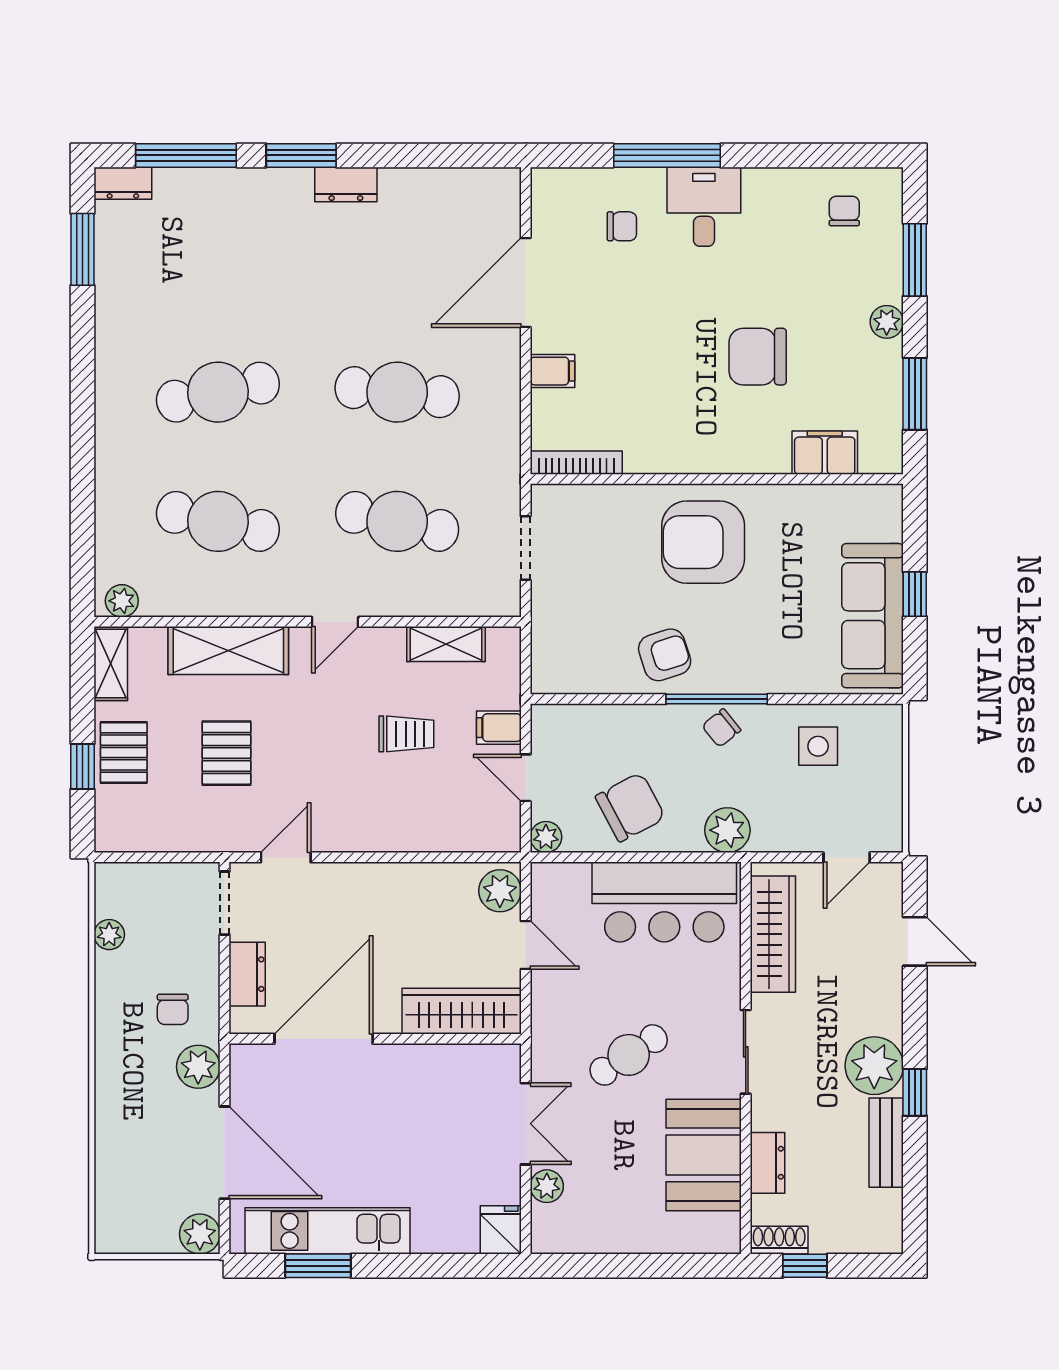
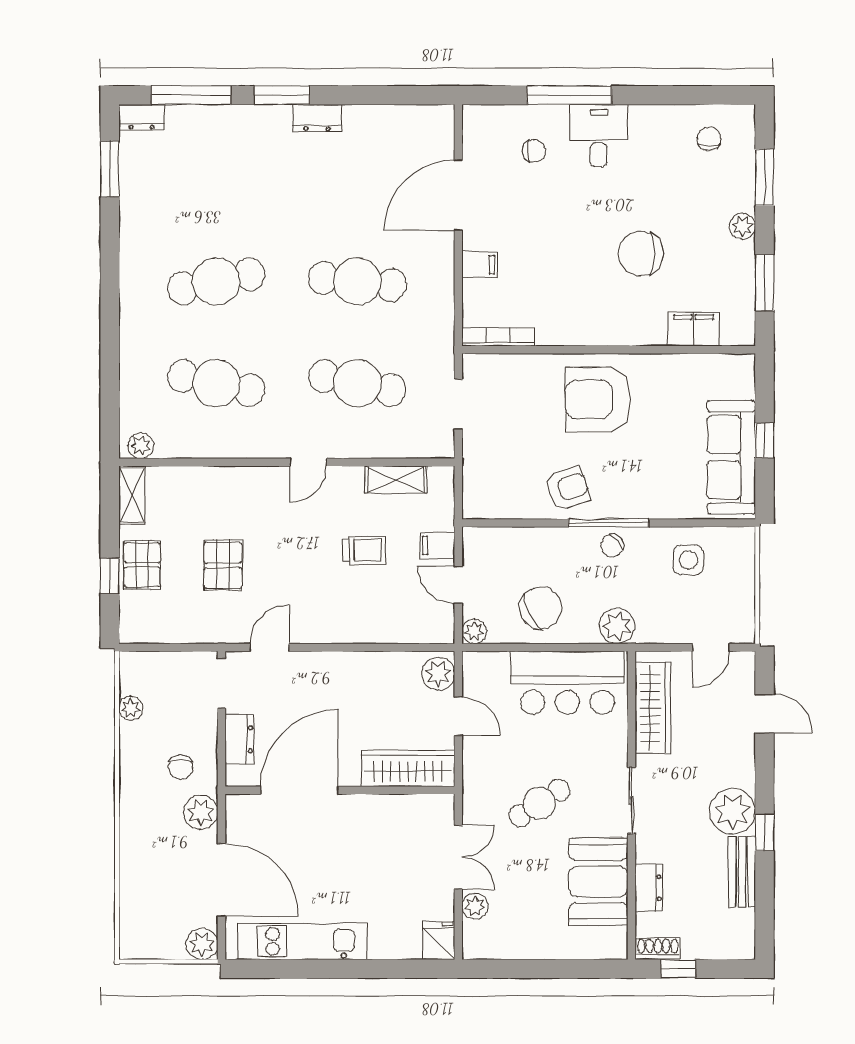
shelving: (228, 651) -> (224, 485), removed
window: (318, 1266) -> (295, 969), removed

